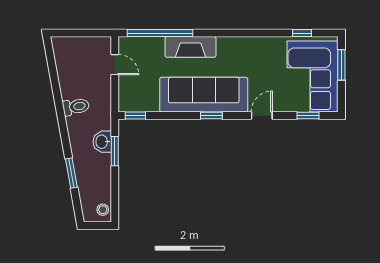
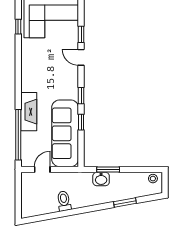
sofa: (204, 95) -> (65, 133), moved
toilet: (76, 107) -> (64, 201), moved
window: (135, 116) -> (81, 122), moved
window: (308, 116) -> (81, 34), moved

